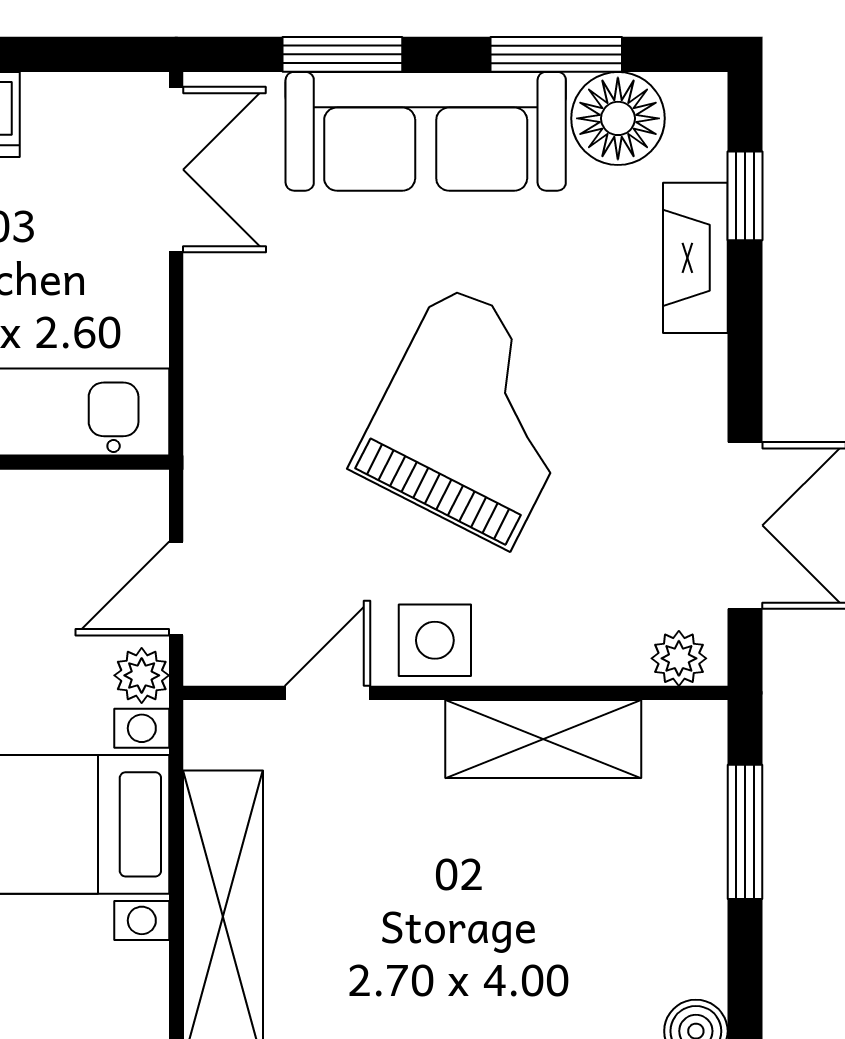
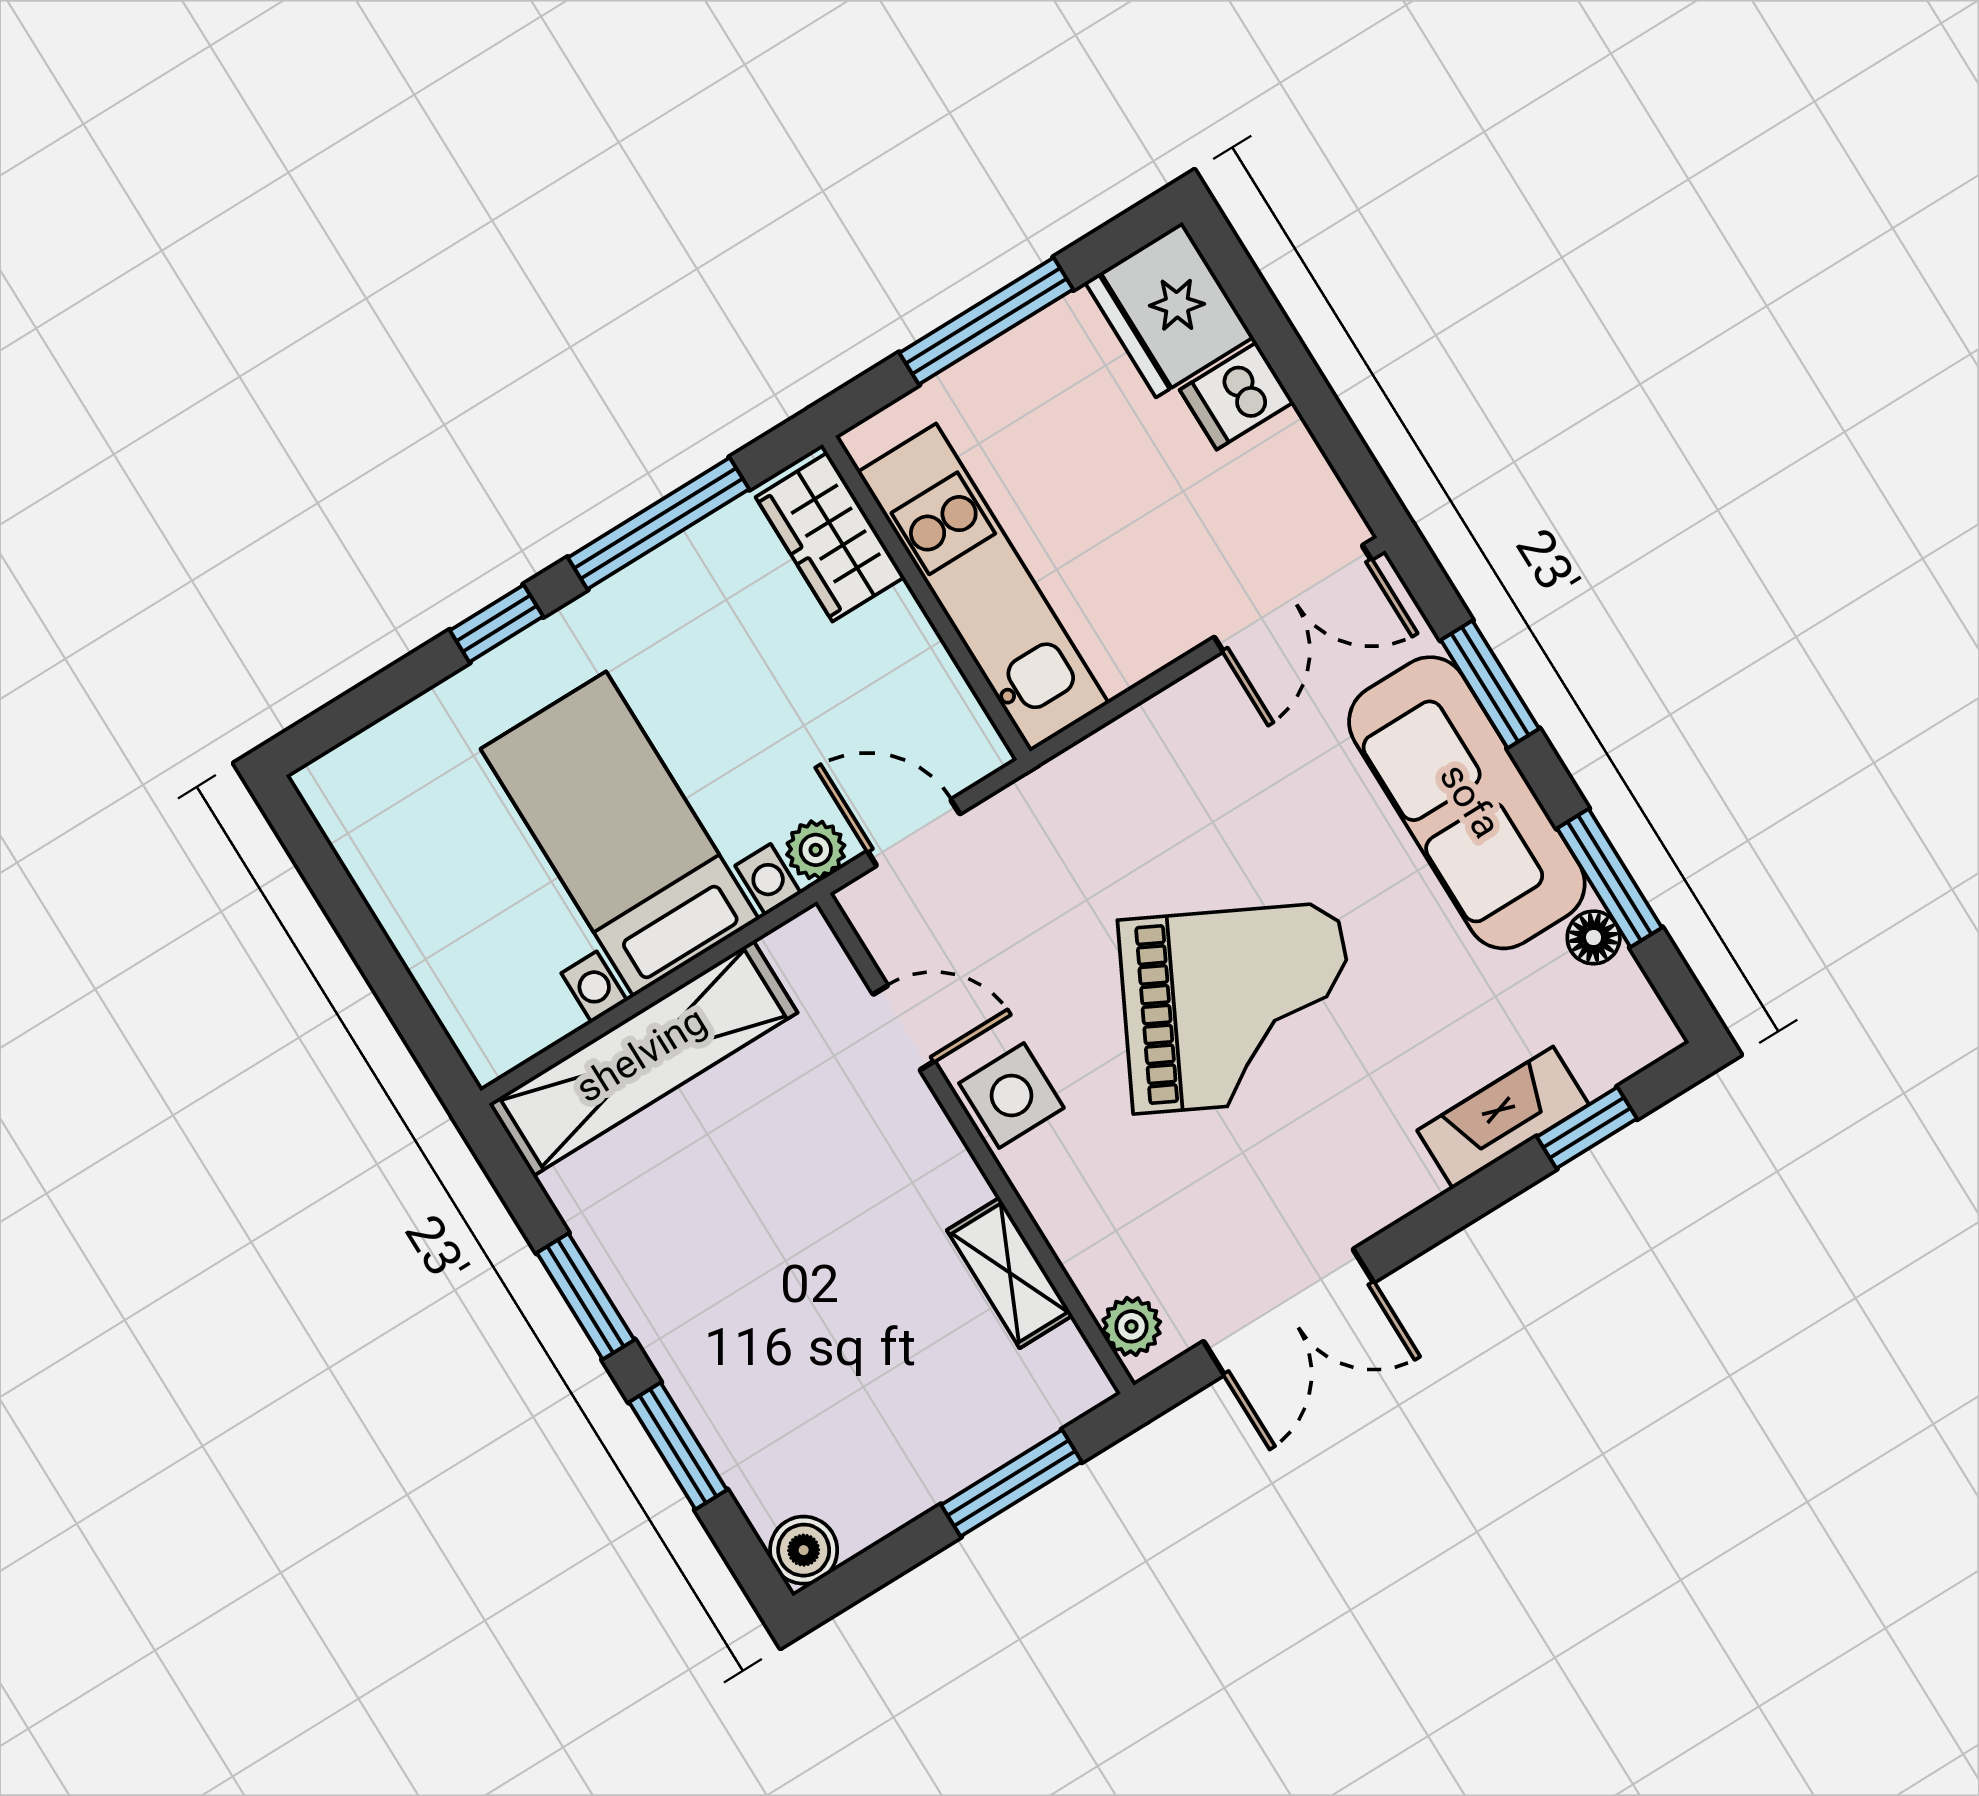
floor lamp: (618, 118) -> (1594, 937), width x0.53, depth x0.53
shelving: (543, 739) -> (1010, 1273), width x0.67, depth x0.75

